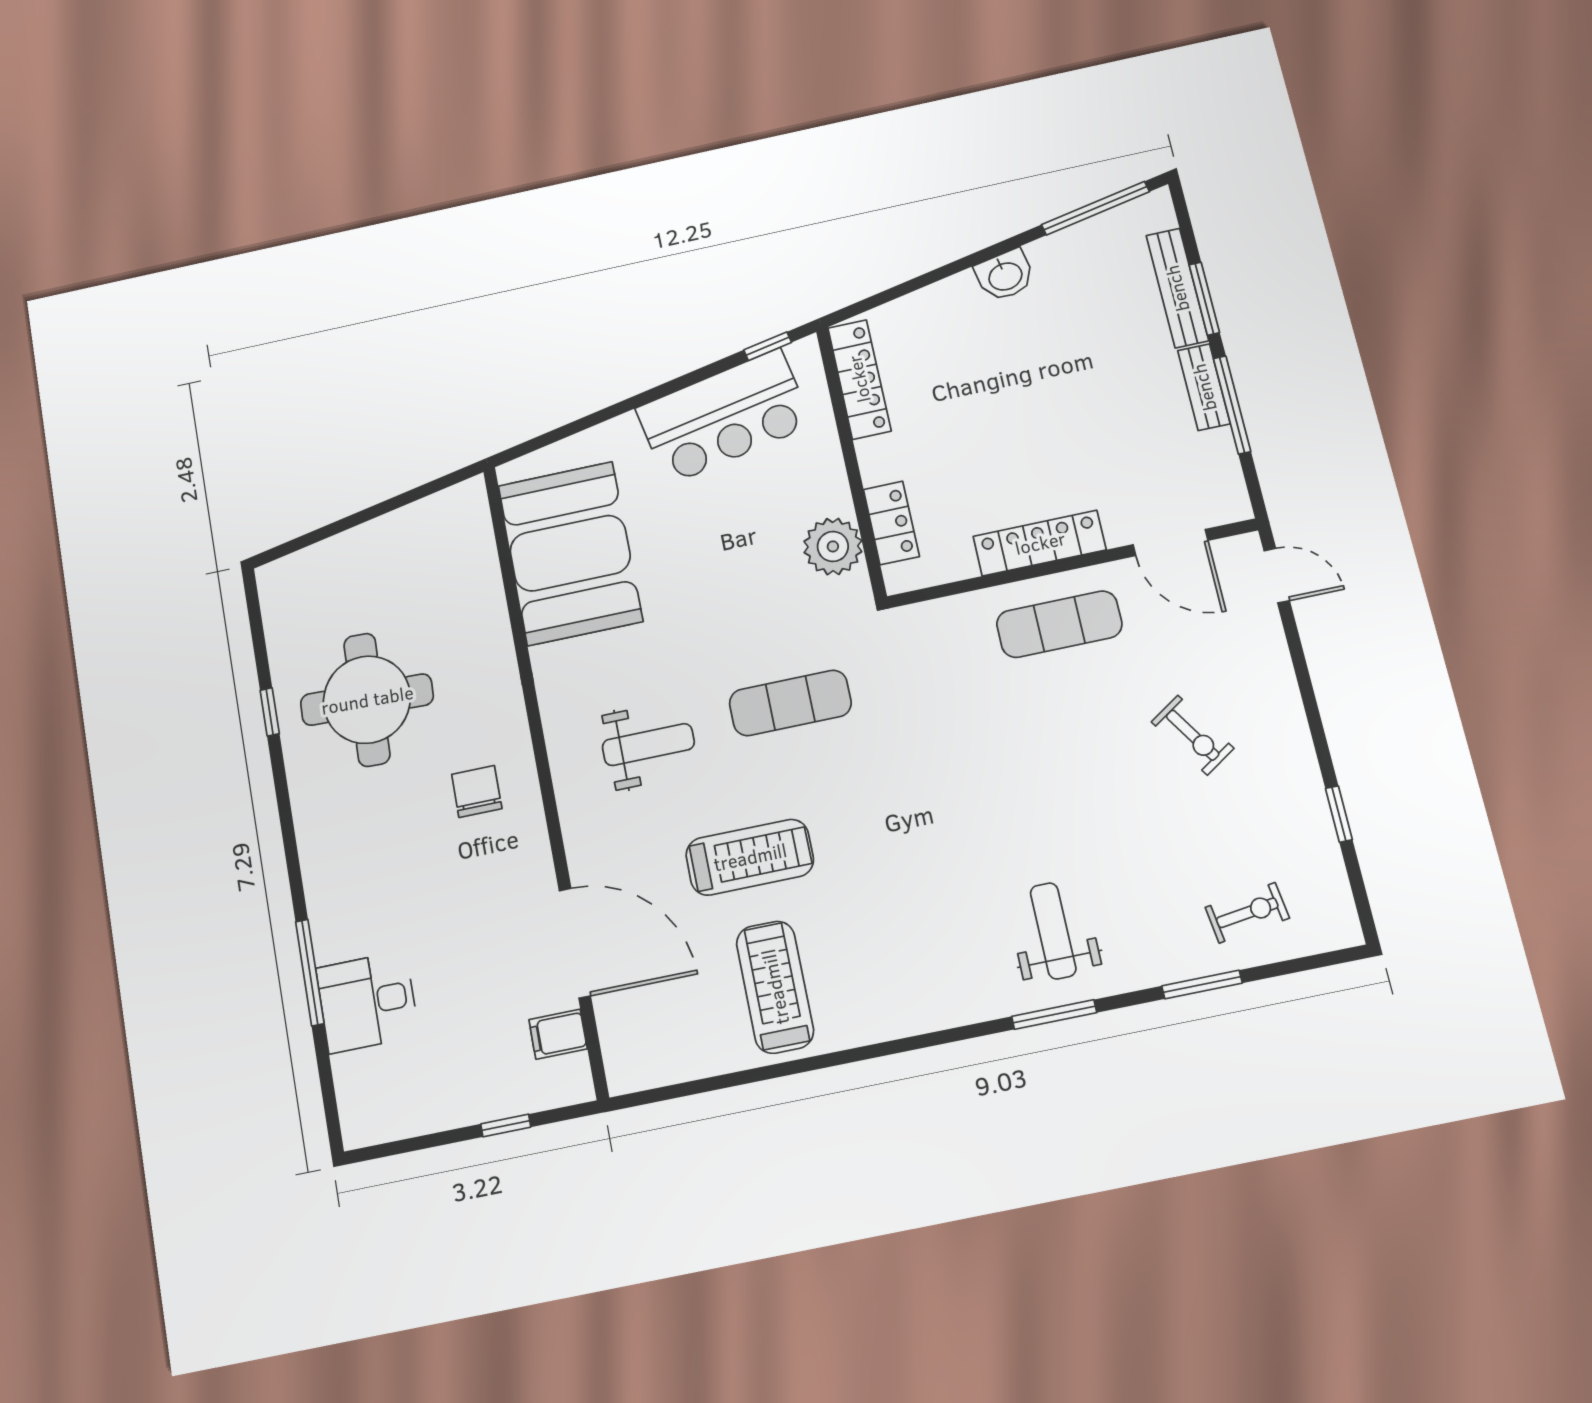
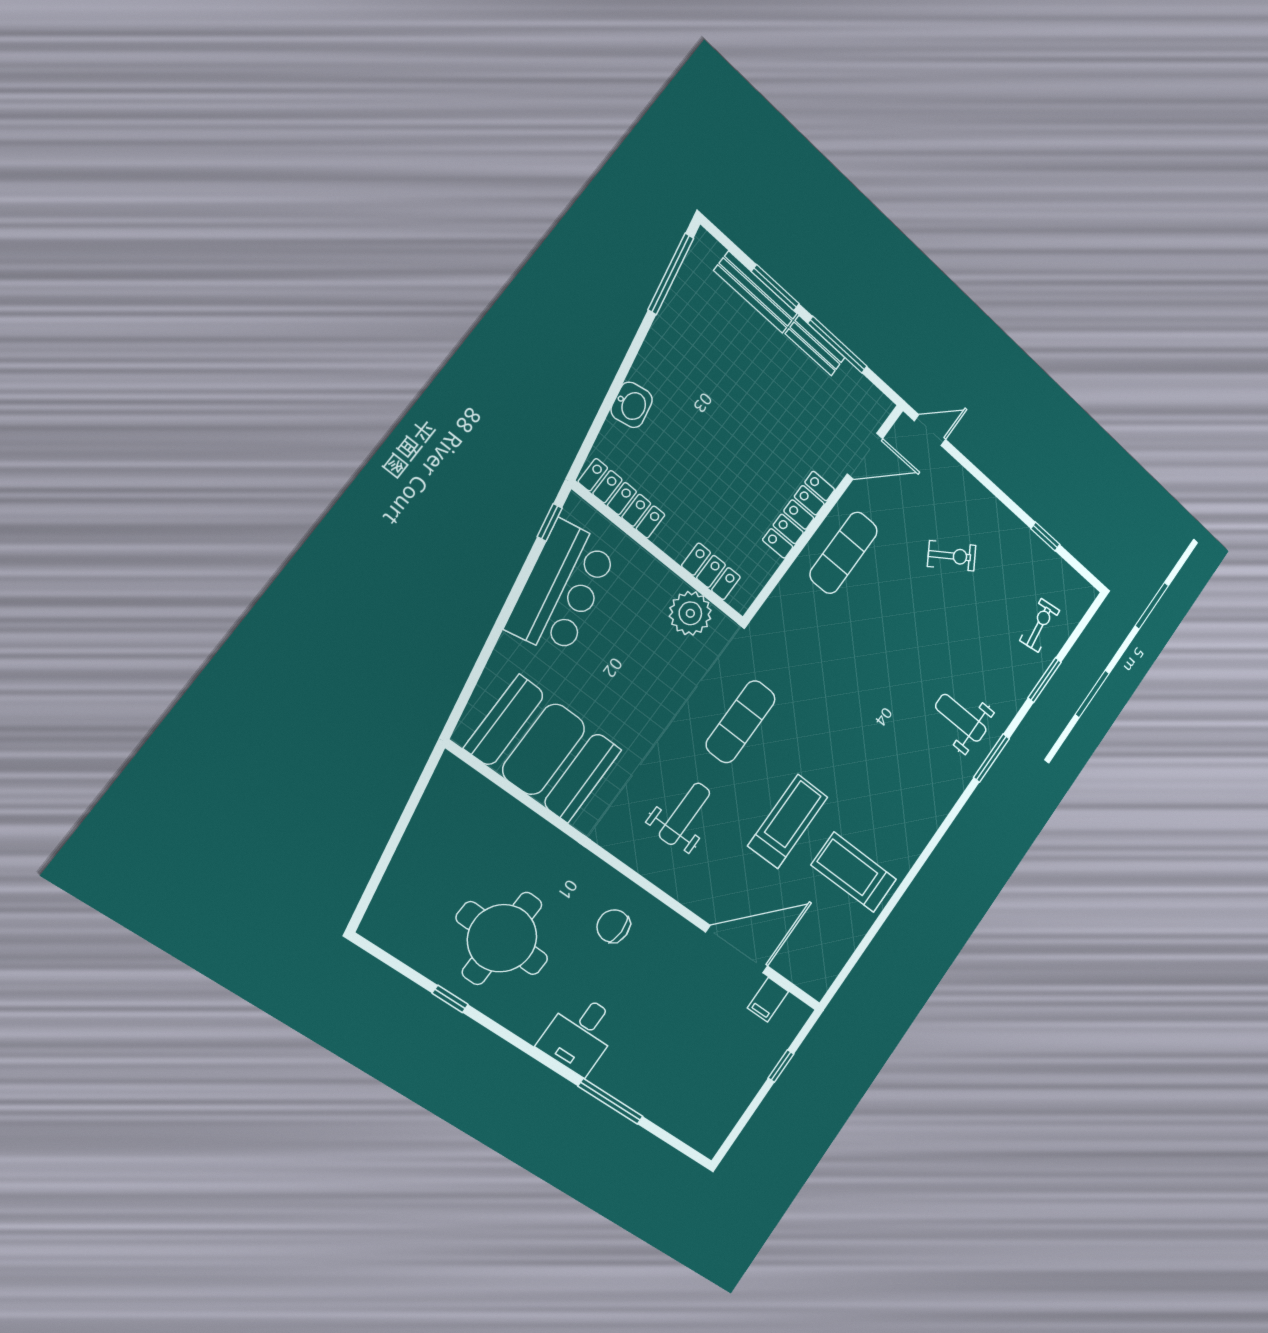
washbasin: (1005, 275) -> (632, 405), moved
desk: (367, 1002) -> (580, 1034), moved

